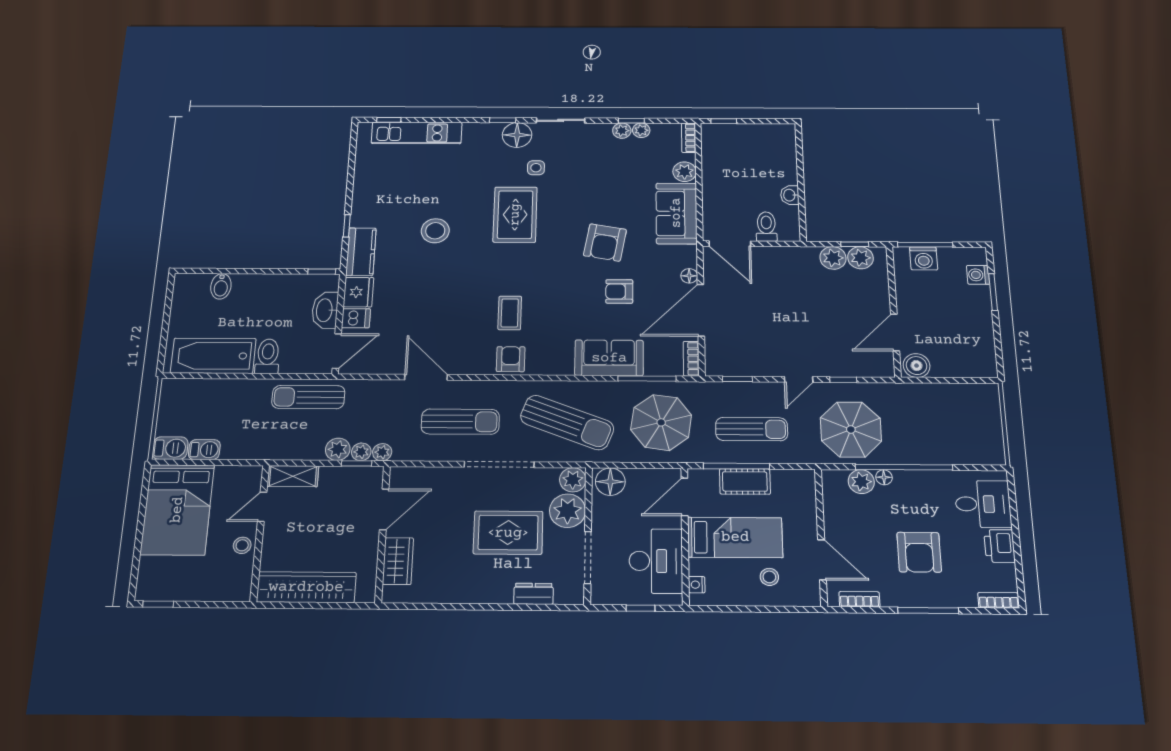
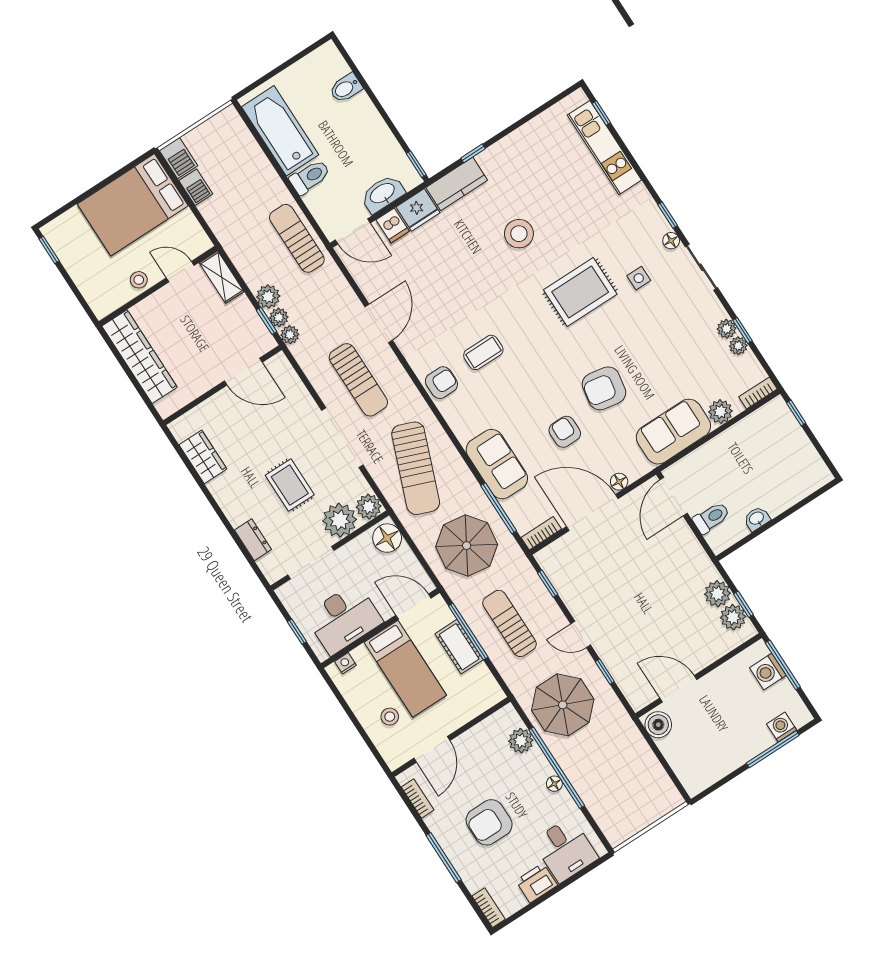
floor lamp: (517, 135) -> (671, 241), width x0.53, depth x0.53
window: (993, 292) -> (773, 749), width x1.44
sun lounger: (752, 429) -> (509, 623), turned 180
floor lamp: (884, 477) -> (554, 784), moved
rug: (508, 533) -> (290, 485), width x0.73, depth x0.70
wardrobe: (398, 561) -> (203, 457), moved, turned -90

